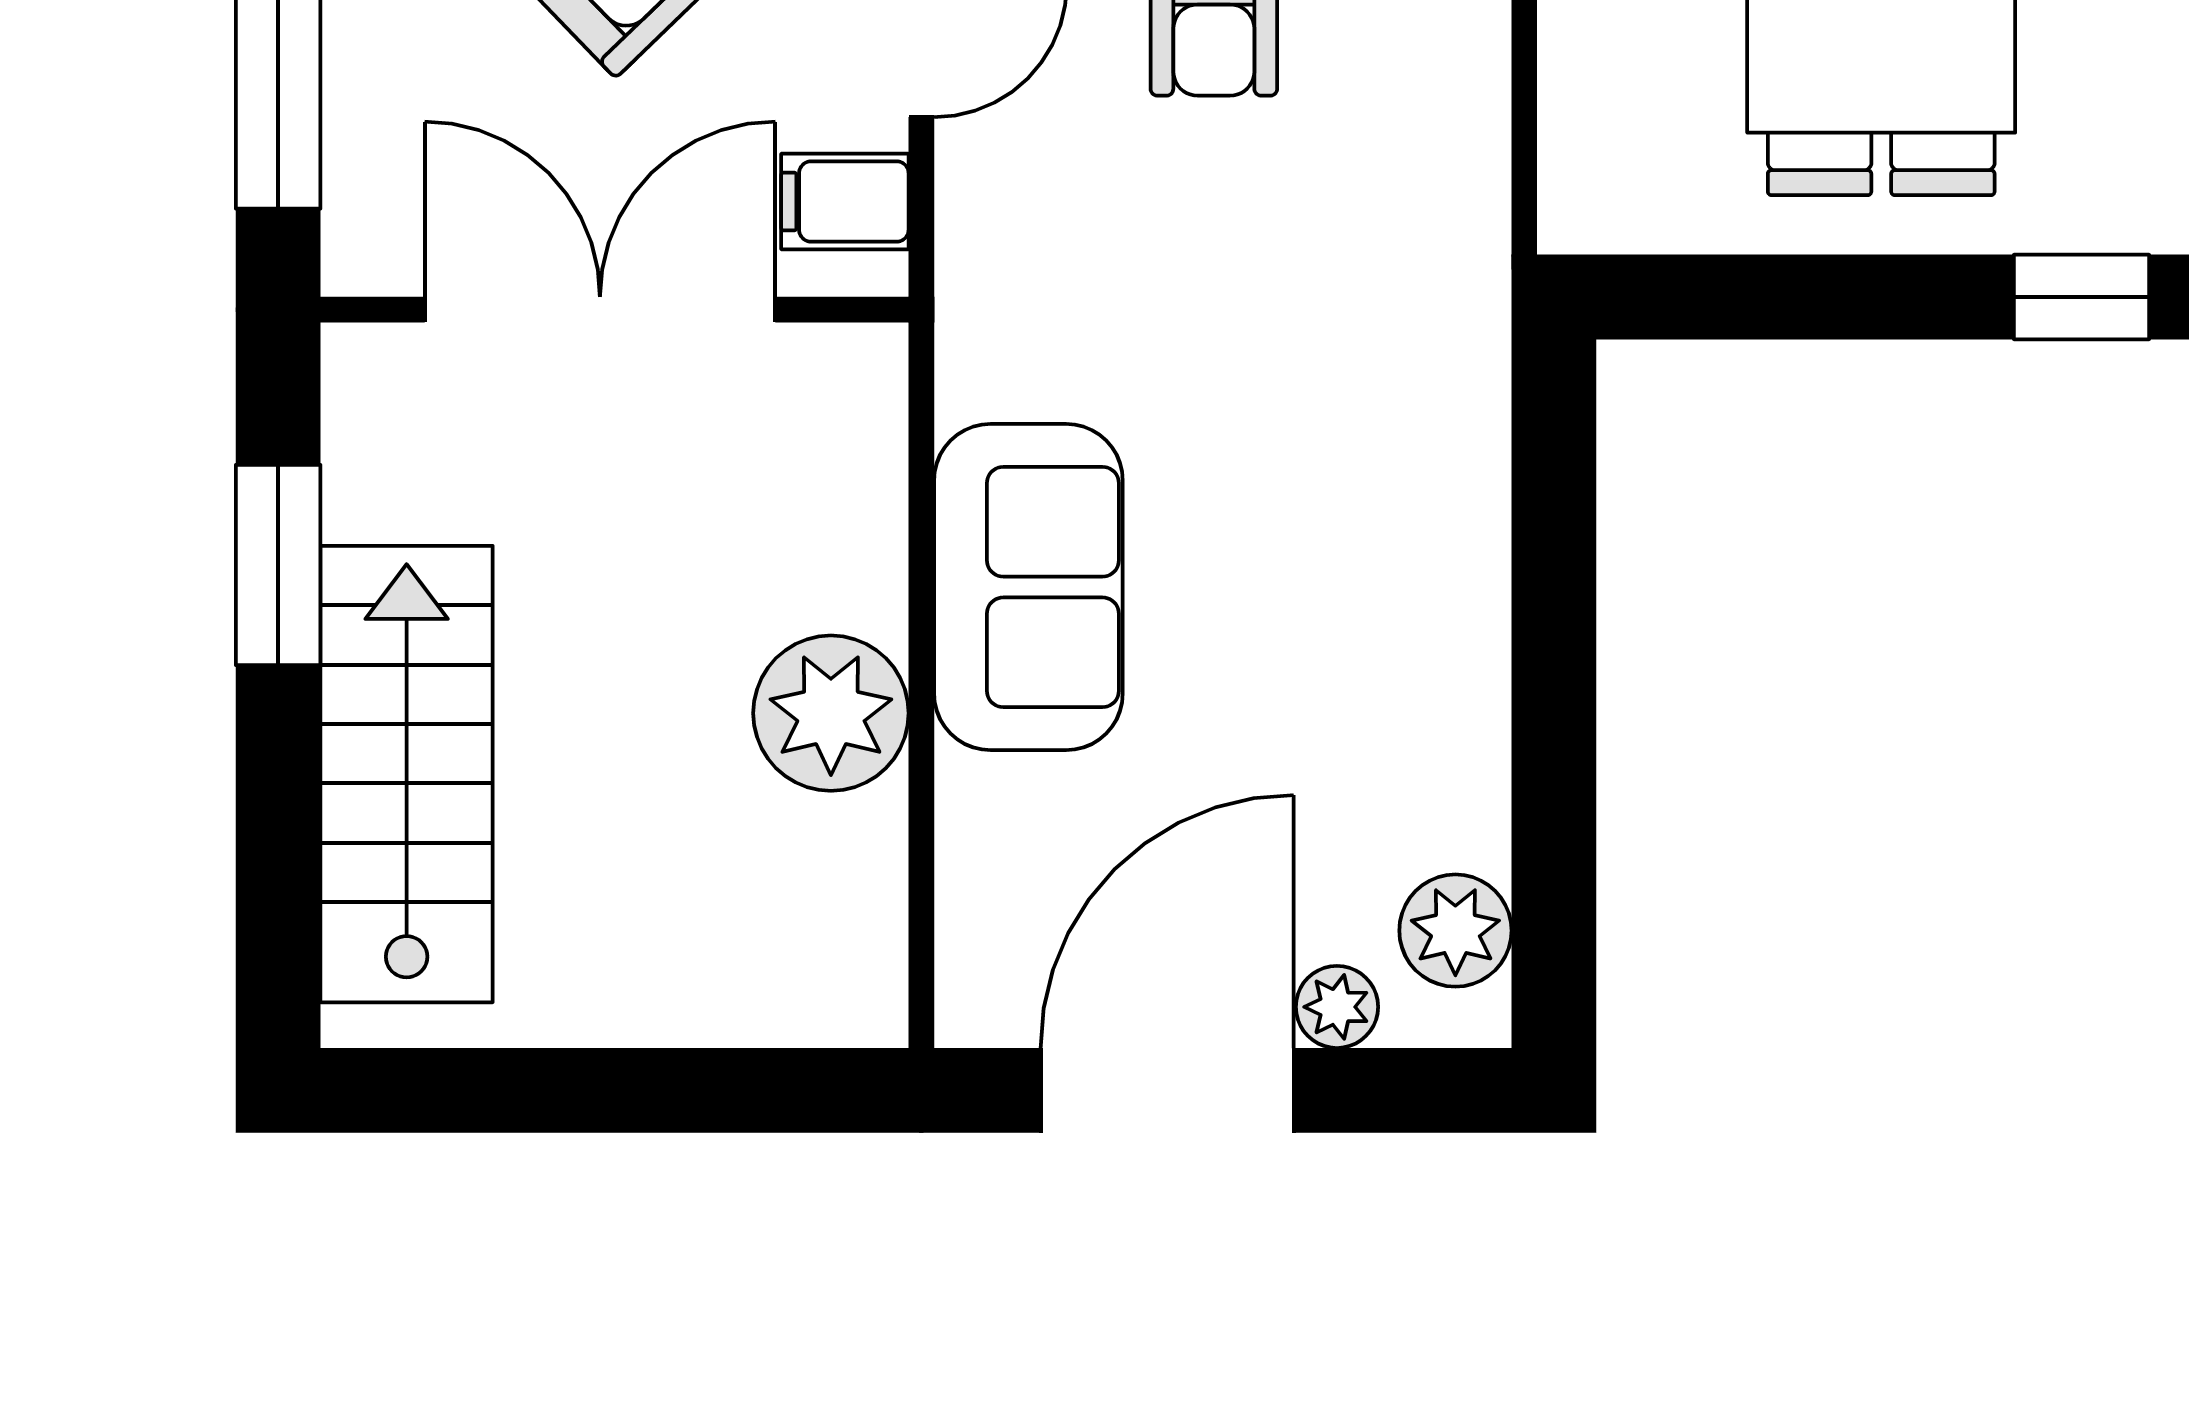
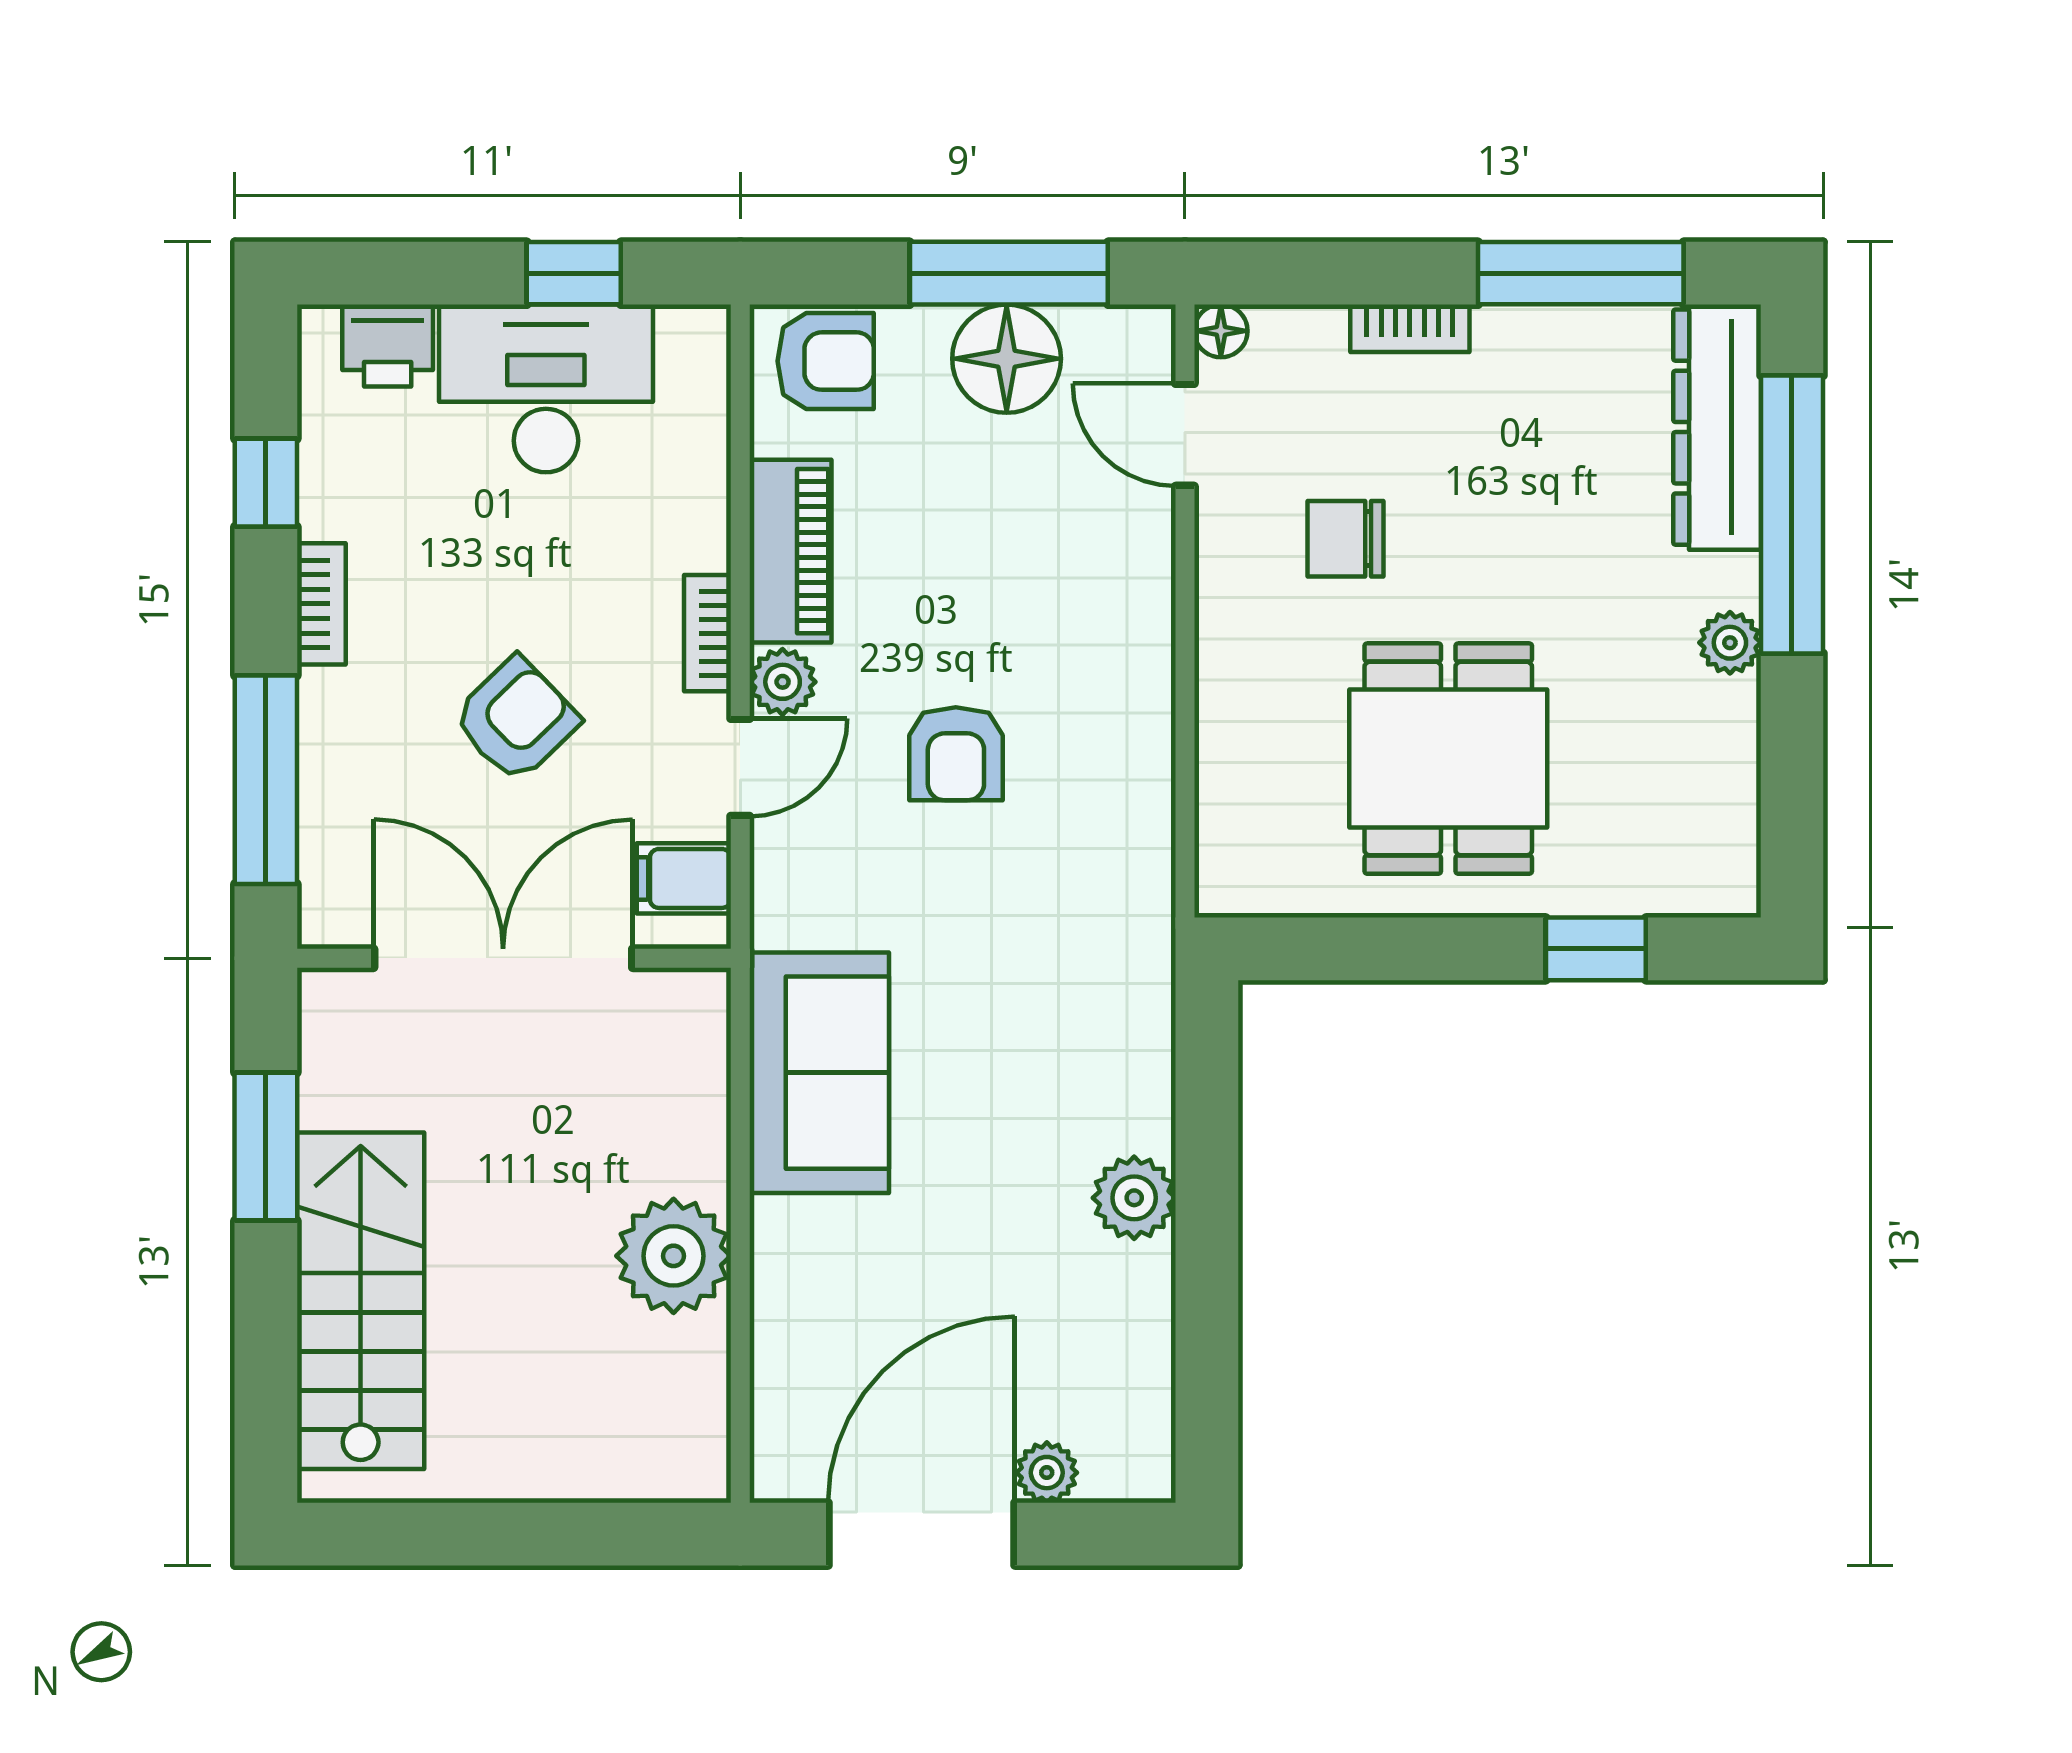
sofa: (1028, 587) -> (819, 1073), moved
plant: (1455, 931) -> (1134, 1198), moved

